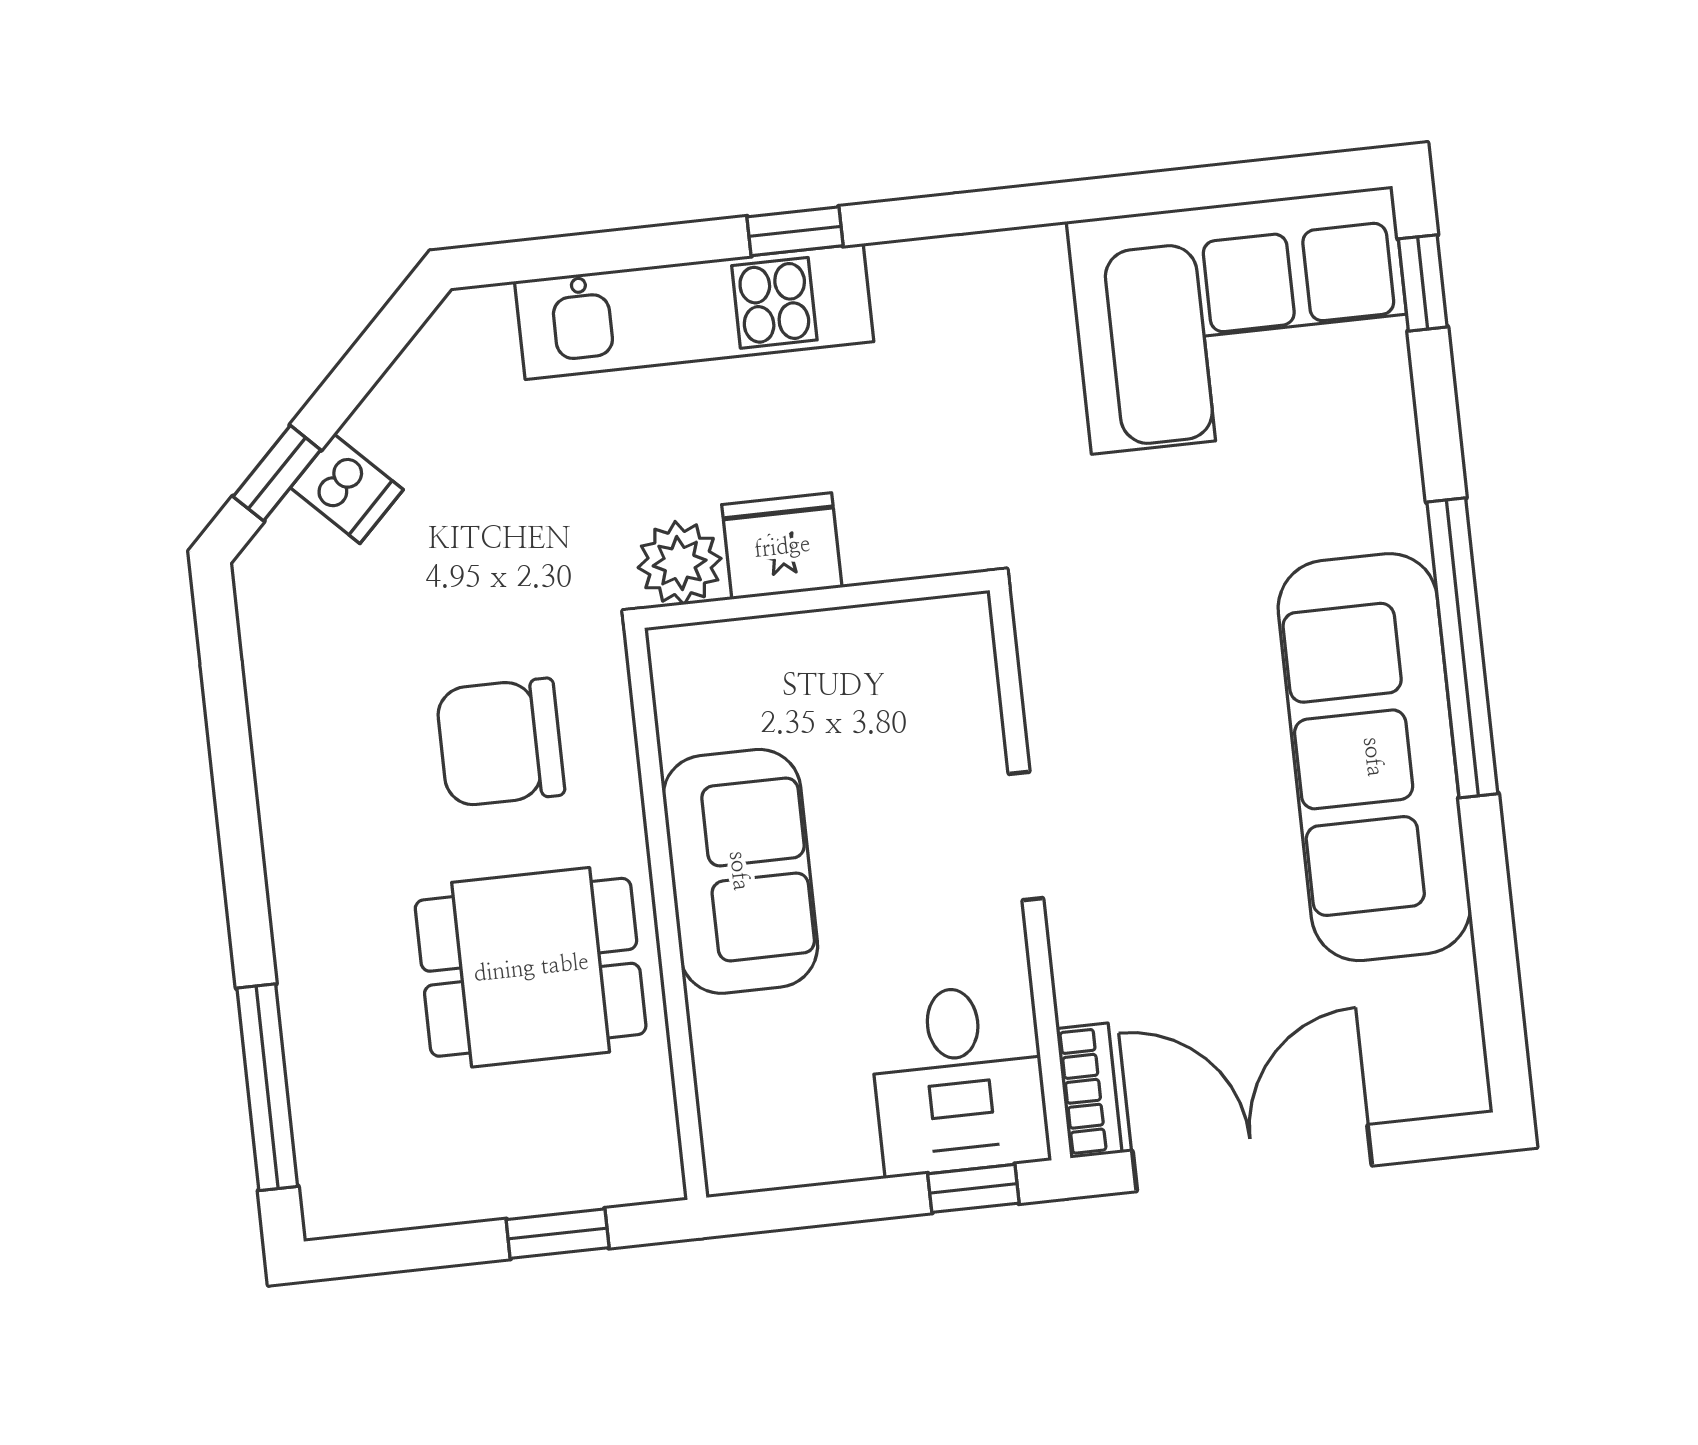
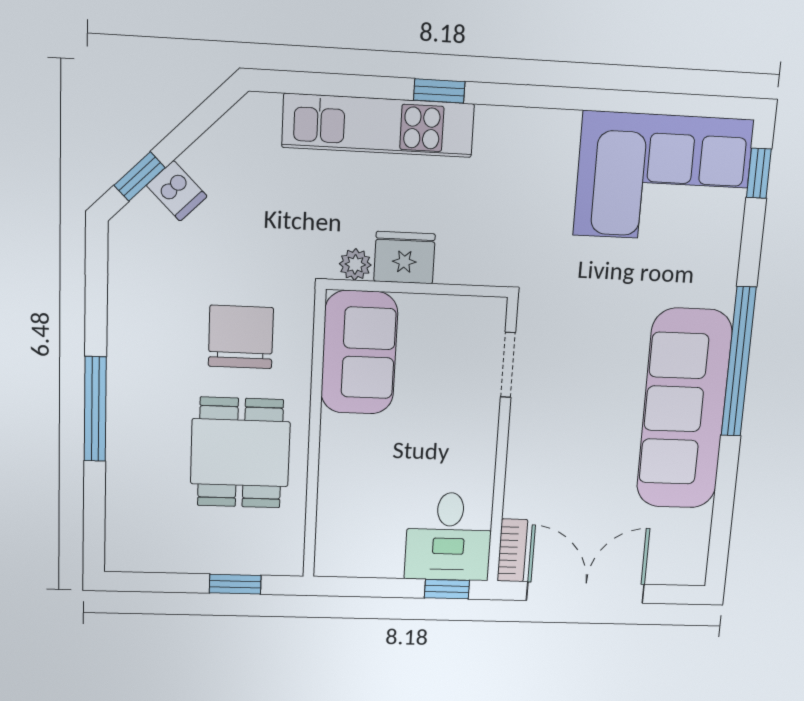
plant: (680, 563) -> (355, 264), width x0.73, depth x0.73
chair: (500, 742) -> (241, 337), turned 90
doorway: (1026, 836) -> (508, 365), moved
sofa: (740, 871) -> (359, 352), moved
dining table: (531, 967) -> (240, 453), turned 90
window: (267, 1087) -> (95, 409), moved

